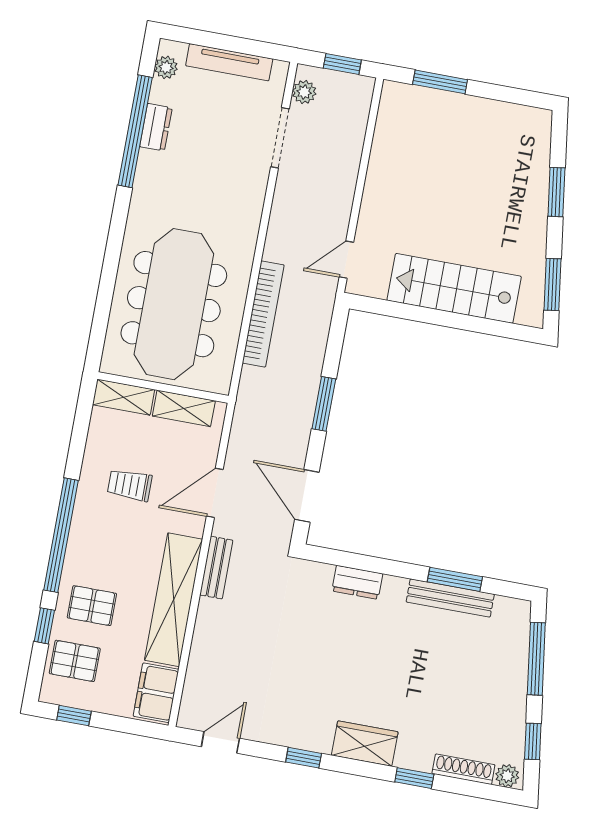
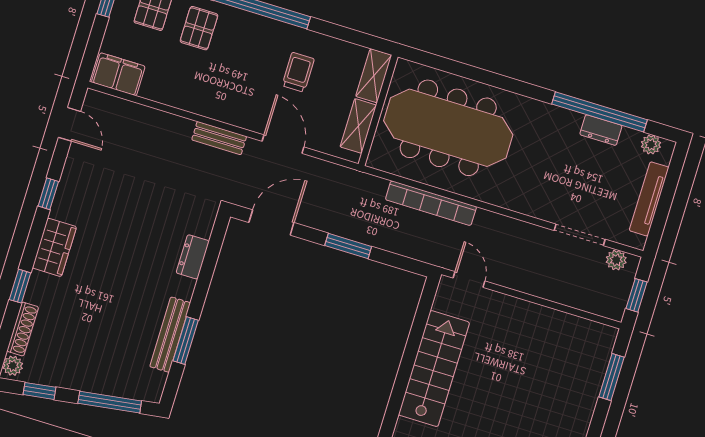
shelving: (174, 600) -> (196, 98), removed

